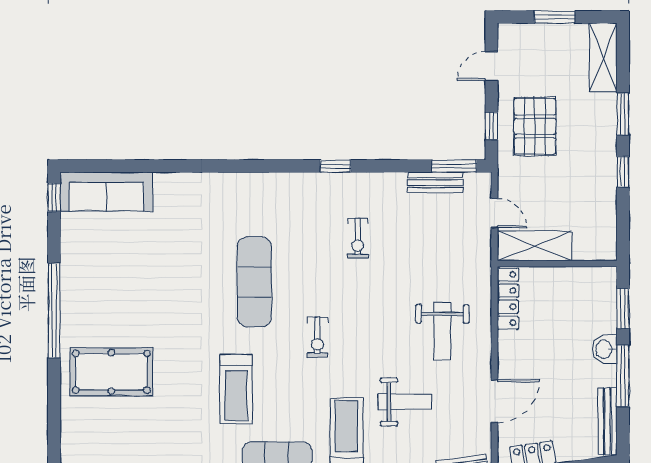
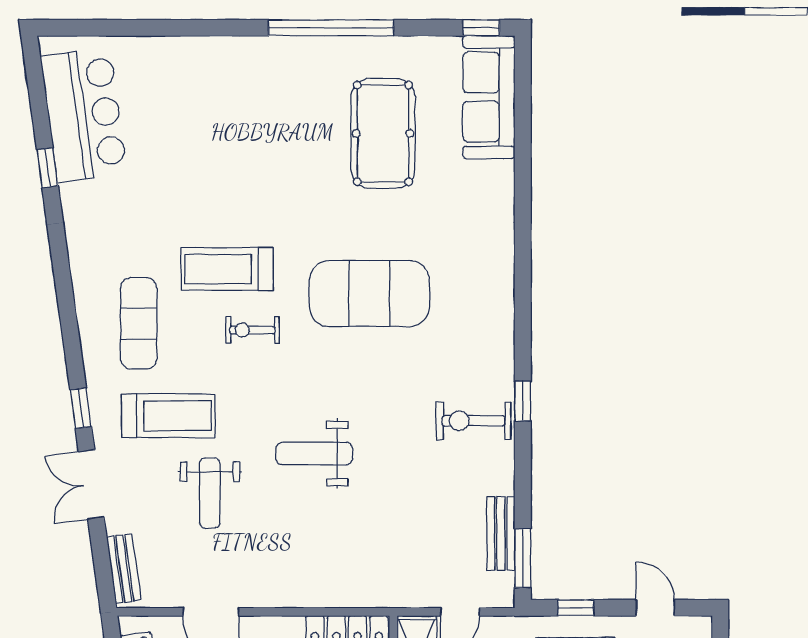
exercise bike: (358, 238) -> (473, 421), moved, width x1.38, depth x1.39
exercise mat: (254, 282) -> (369, 293), width x1.47
weight bench: (442, 331) -> (314, 454), moved
exercise bike: (317, 337) -> (252, 330), moved
pool table: (111, 372) -> (383, 133), moved

